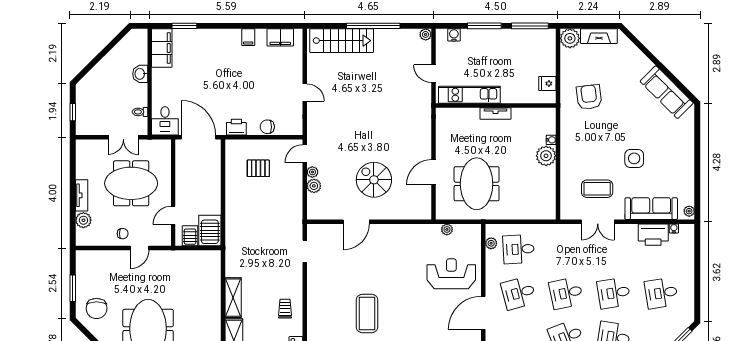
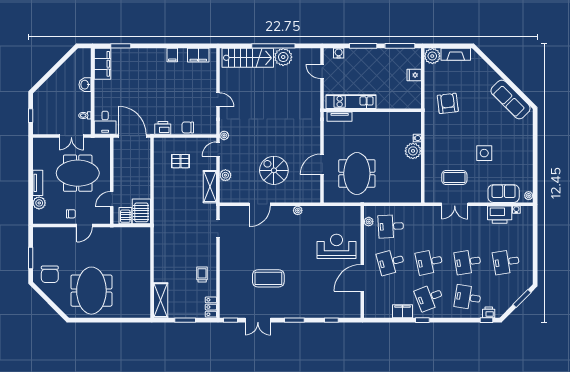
plant: (426, 34) -> (283, 57), moved, width x1.87, depth x1.87
door: (433, 74) -> (322, 72), moved
fridge: (547, 84) -> (414, 75), moved
tv unit: (495, 113) -> (340, 117), moved
plant: (312, 172) -> (224, 135), moved
sofa: (651, 209) -> (504, 194), width x0.73
plant: (447, 229) -> (298, 210), moved
shelving: (233, 298) -> (210, 187), moved
coffee table: (367, 314) -> (268, 278), turned 90

